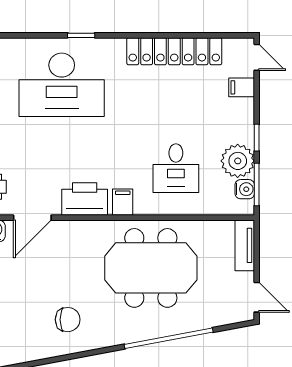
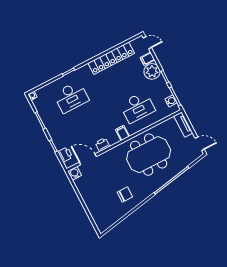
desk: (62, 85) -> (71, 97), width x0.73, depth x0.77
plant: (238, 161) -> (152, 71), moved
desk: (176, 168) -> (137, 107), width x1.37
printer: (85, 199) -> (102, 145), width x0.53, depth x0.68
door: (32, 218) -> (88, 159), swing flipped

